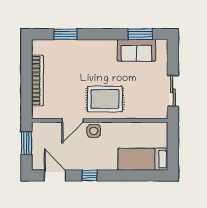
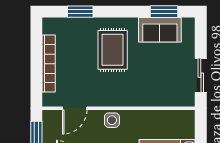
rug: (105, 99) -> (113, 50), moved, turned 90
door: (73, 120) -> (75, 108), moved

